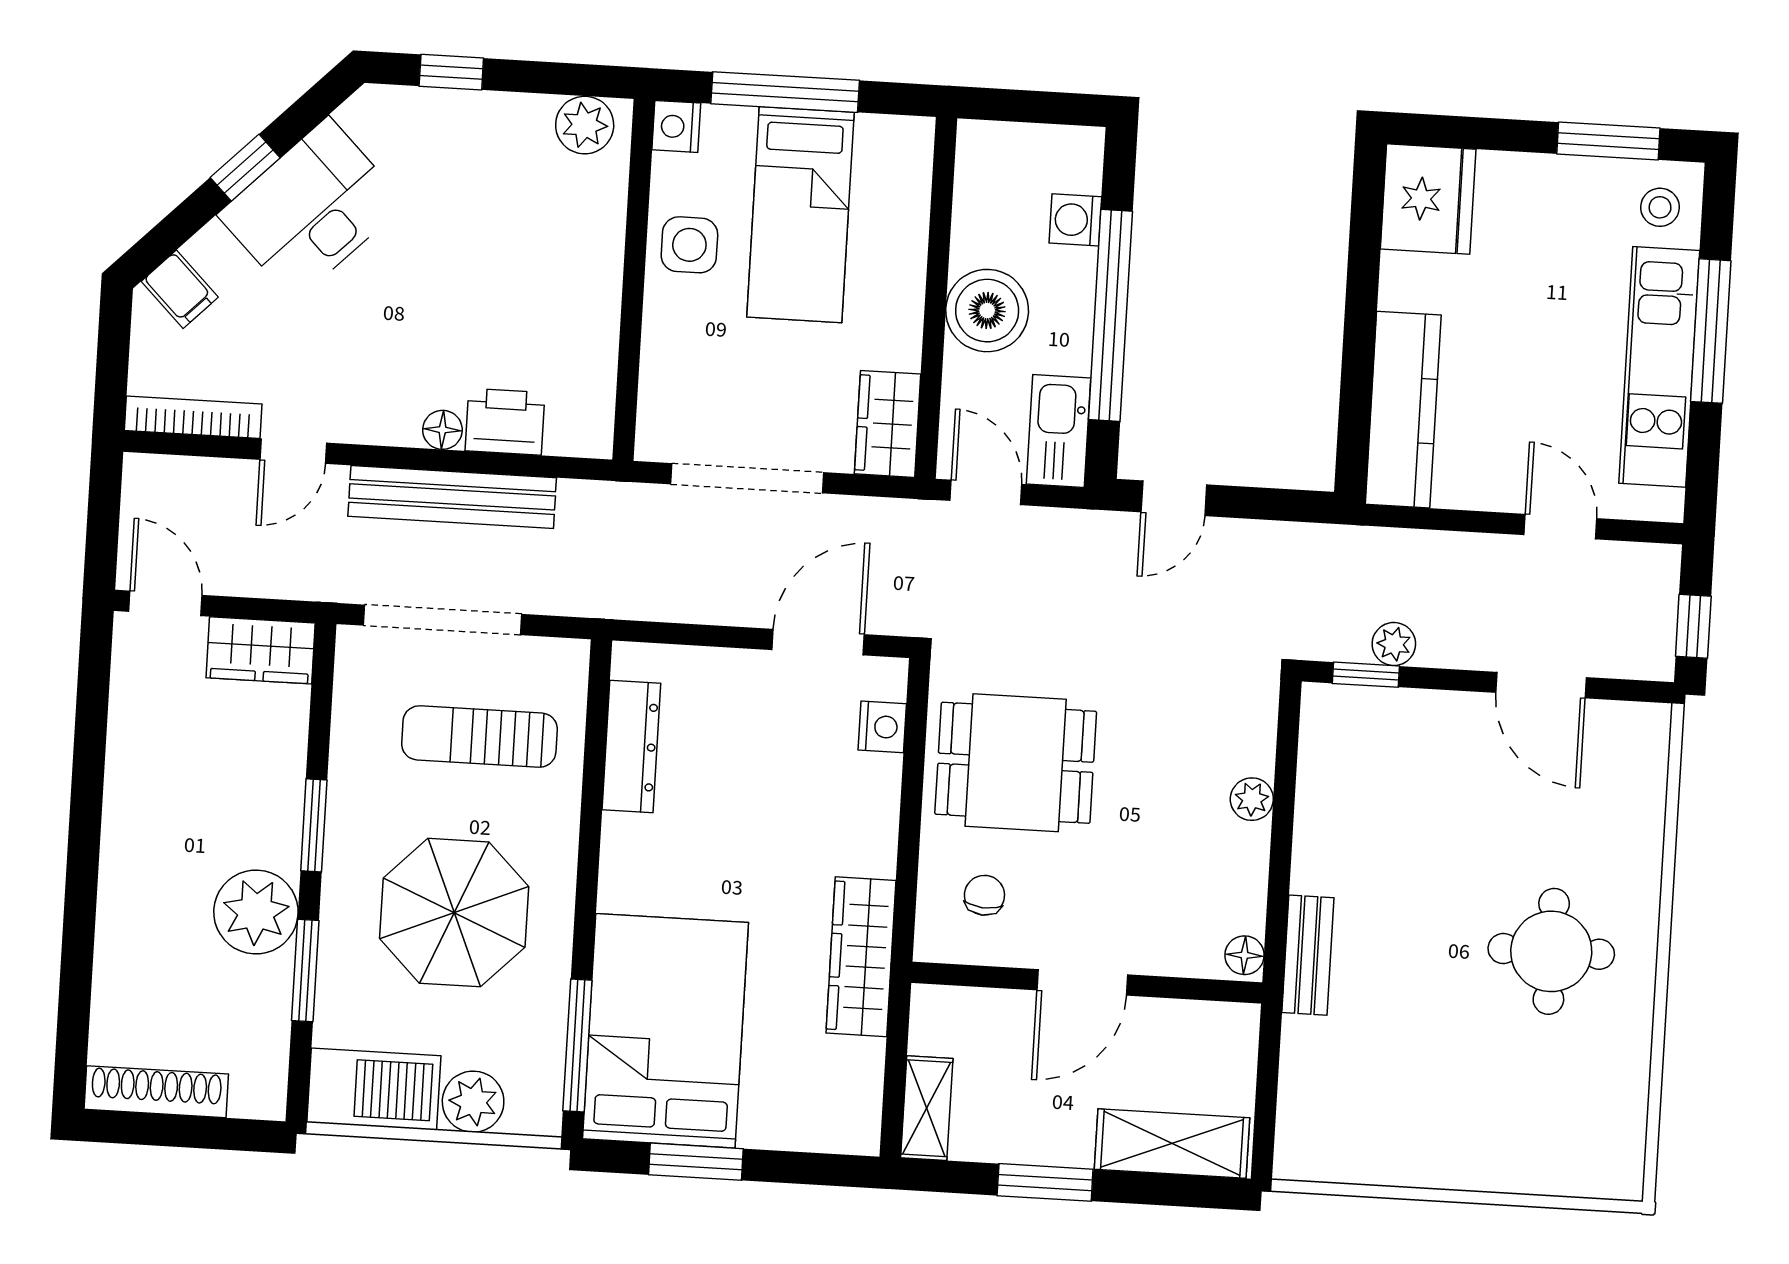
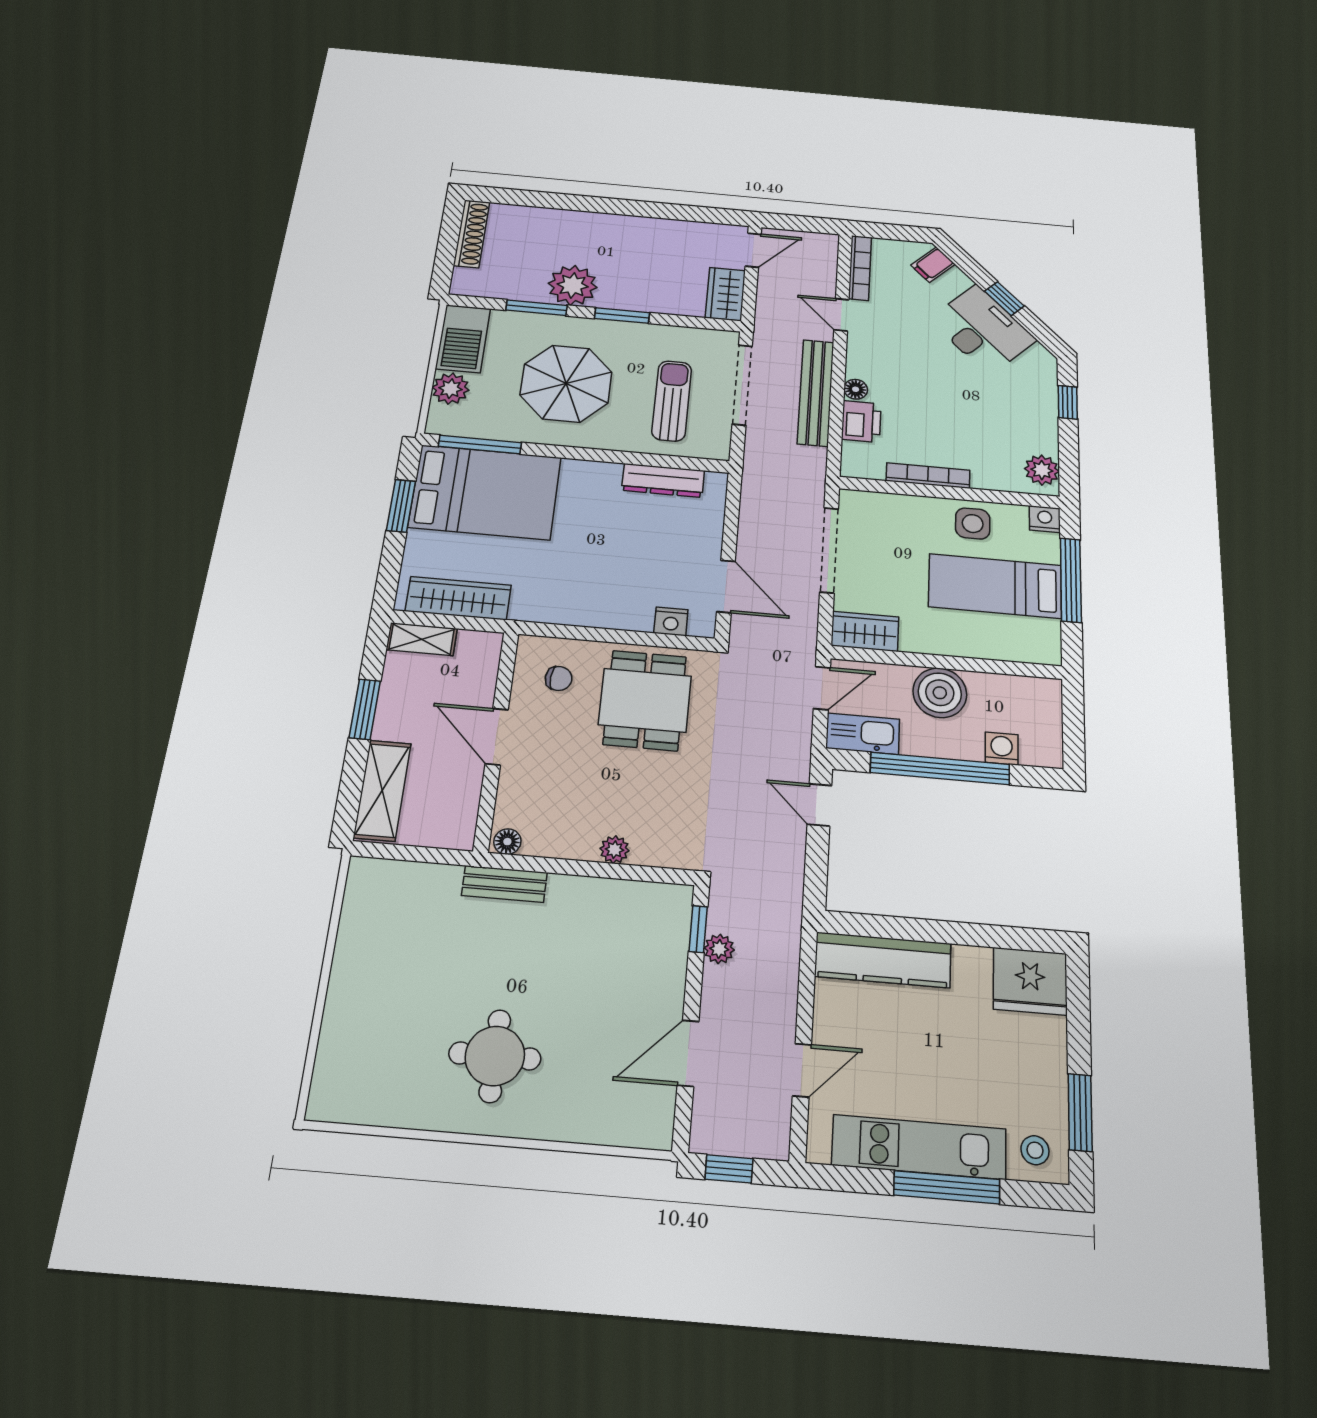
bookcase: (603, 314) -> (928, 476), added
wardrobe: (861, 957) -> (458, 598), moved

